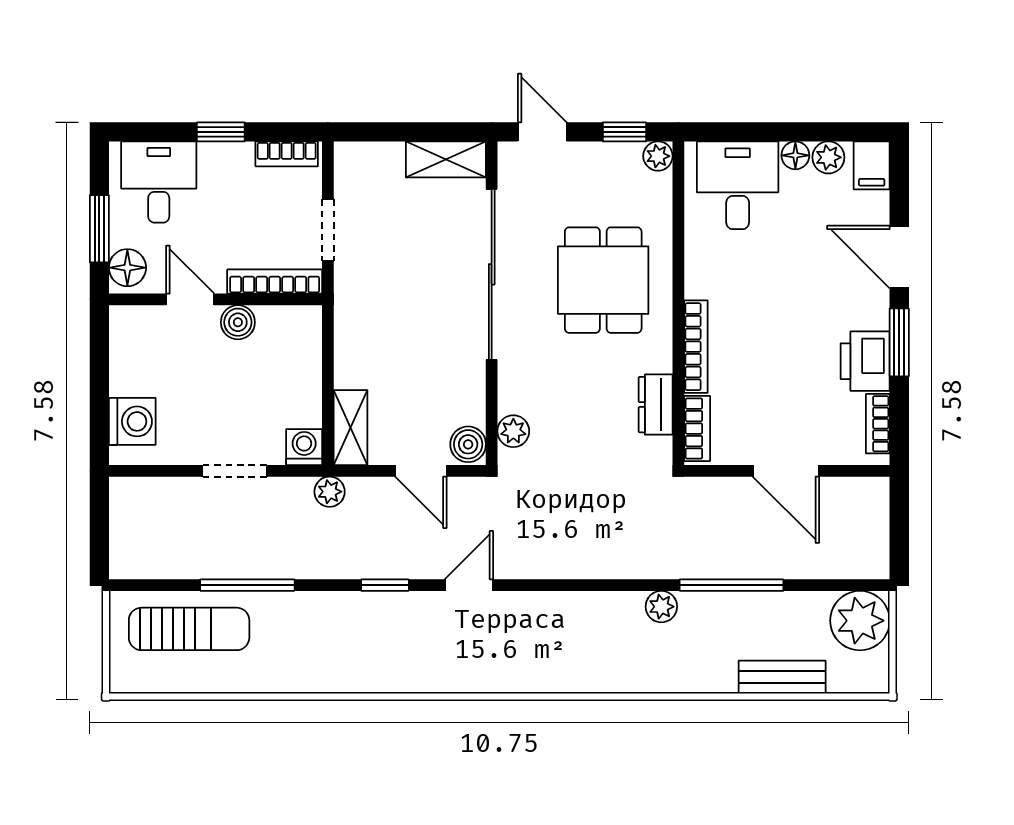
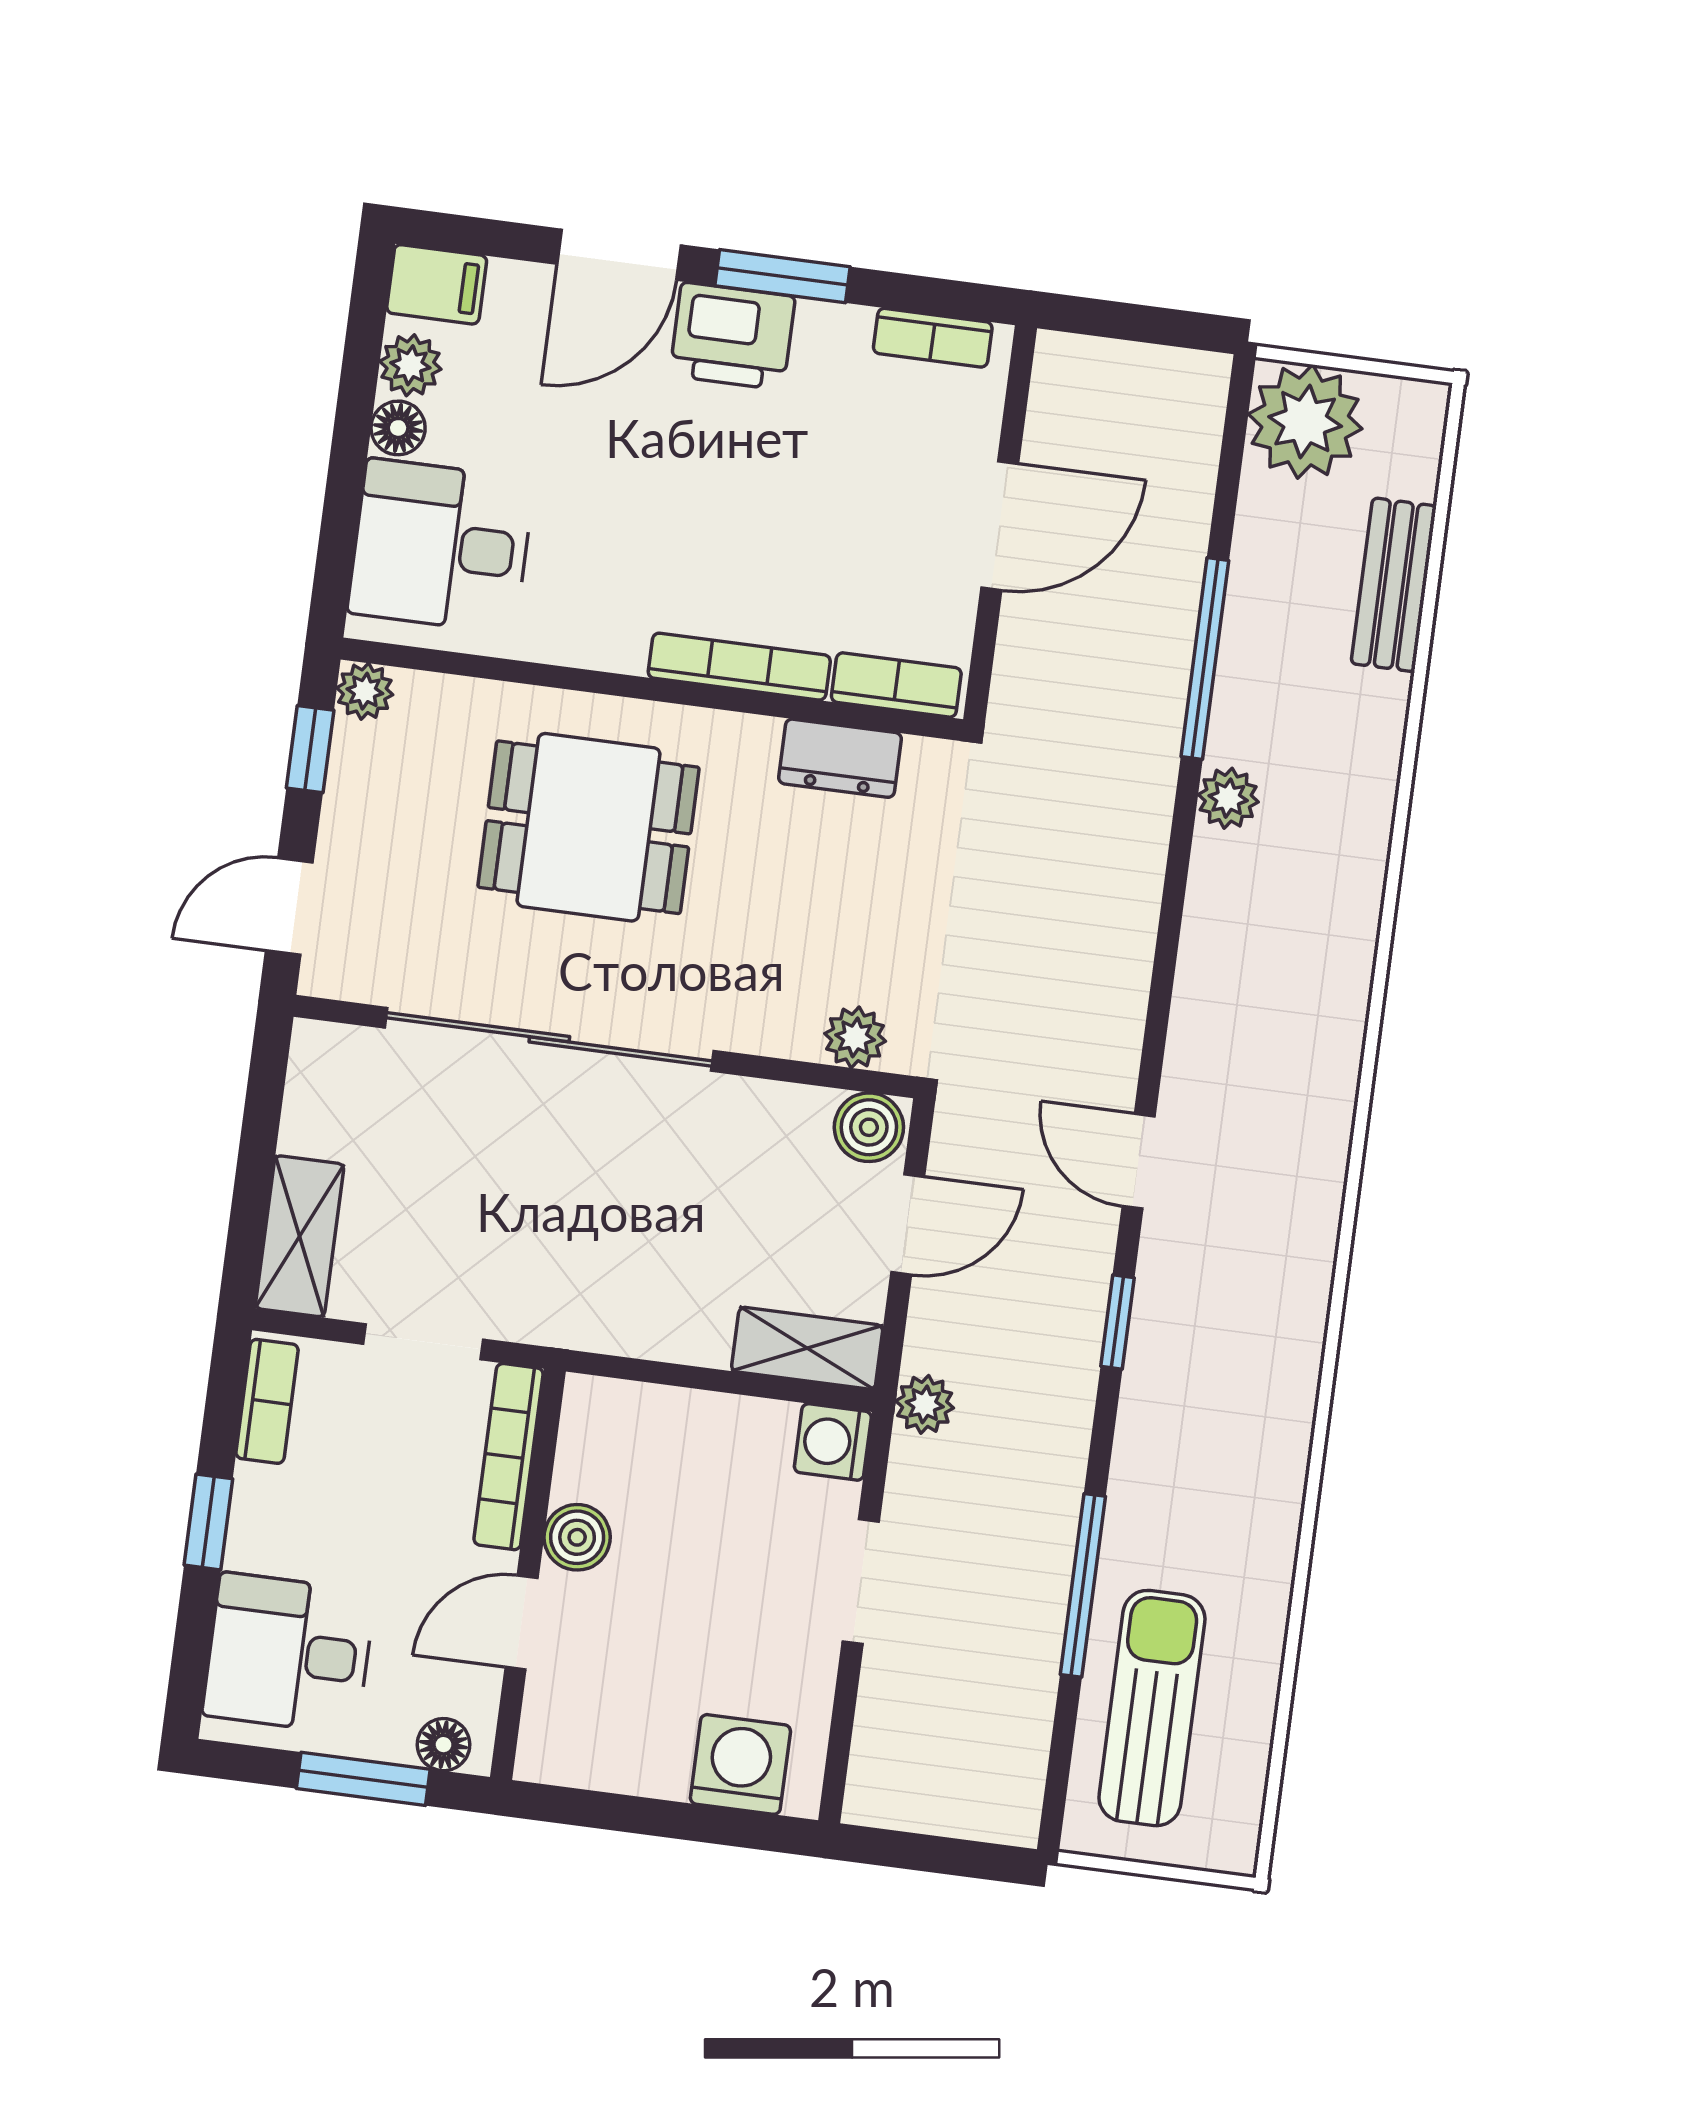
shelving: (446, 159) -> (300, 1236), moved
floor lamp: (127, 268) -> (444, 1745), width x0.73, depth x0.73
printer: (865, 361) -> (732, 336), moved

